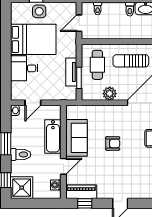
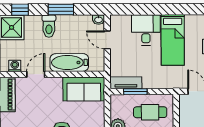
bed: (33, 39) -> (173, 40), width x0.67
tv unit: (71, 72) -> (126, 83), moved
sofa: (76, 138) -> (84, 89), moved
door: (63, 166) -> (36, 74), swing flipped

